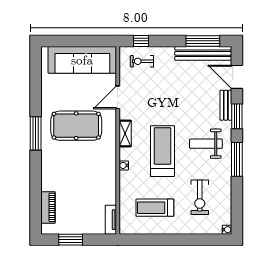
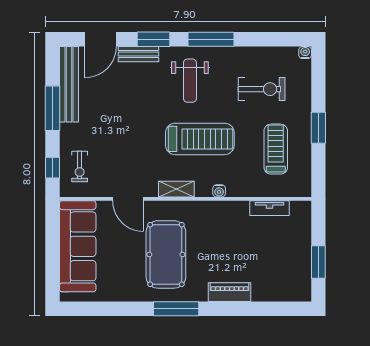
window: (203, 41) -> (52, 108), moved
treadmill: (162, 151) -> (200, 139), turned 180
piano: (48, 207) -> (230, 292), moved
treadmill: (155, 208) -> (276, 149), turned 180
tv unit: (111, 220) -> (269, 208), moved
window: (171, 240) -> (318, 128), added

